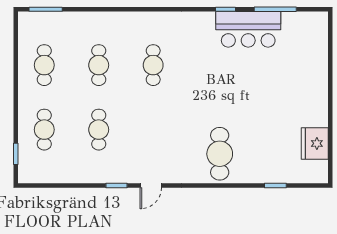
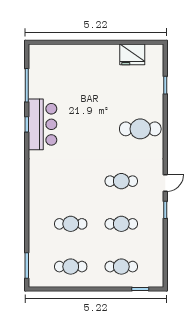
bar counter: (248, 29) -> (43, 124), moved
cafe table: (153, 65) -> (121, 181), moved
door: (151, 185) -> (165, 183), hinge flipped

